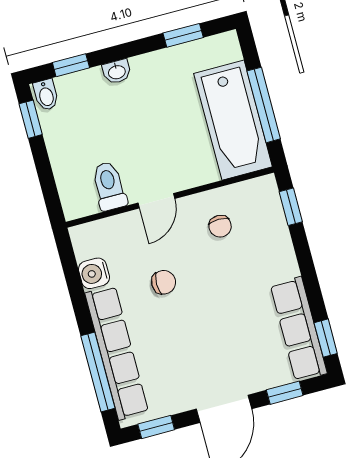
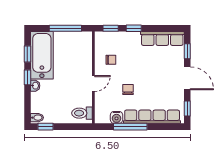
window: (71, 65) -> (27, 77), moved
bathtub: (233, 120) -> (42, 55), moved, turned -90
toilet: (109, 186) -> (82, 113), moved
door: (156, 201) -> (93, 83), hinge flipped
window: (326, 338) -> (134, 28), moved
window: (98, 372) -> (130, 127), moved

